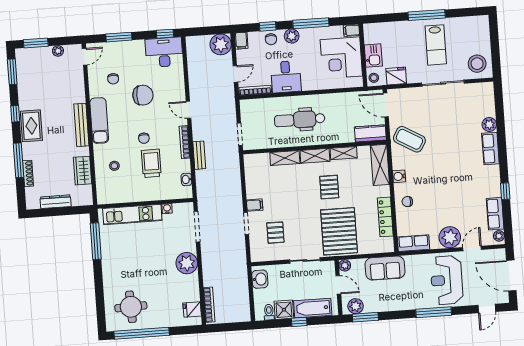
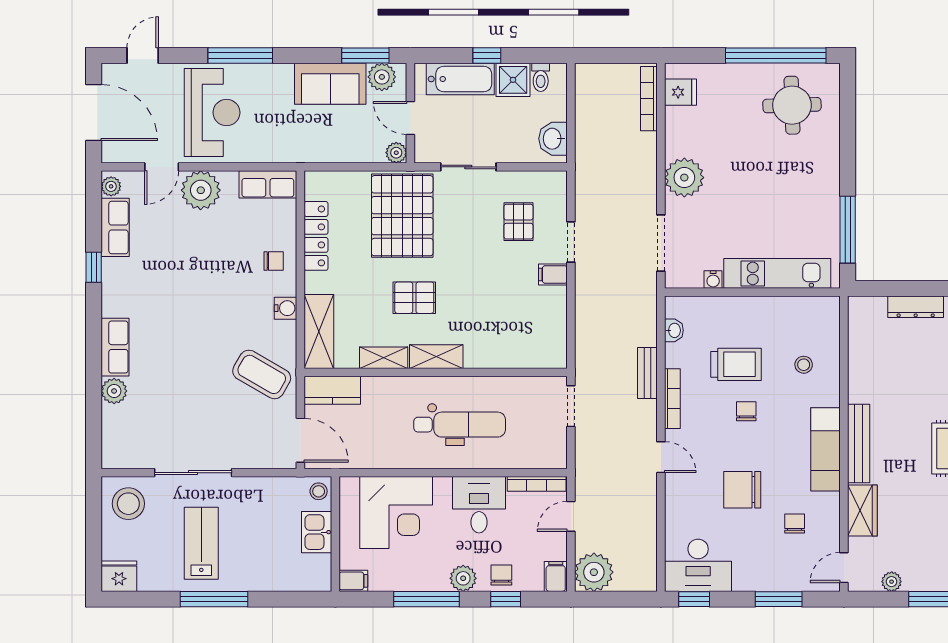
corner desk: (341, 58) -> (396, 512), moved, turned 90
fridge: (396, 76) -> (119, 576), moved, turned 180
shelving: (285, 158) -> (492, 357), removed
trolley: (151, 163) -> (736, 364), turned -90
wardrobe: (83, 171) -> (862, 510), moved
pallet: (329, 187) -> (414, 298), turned 90
sofa: (385, 268) -> (330, 84), moved, turned 180

